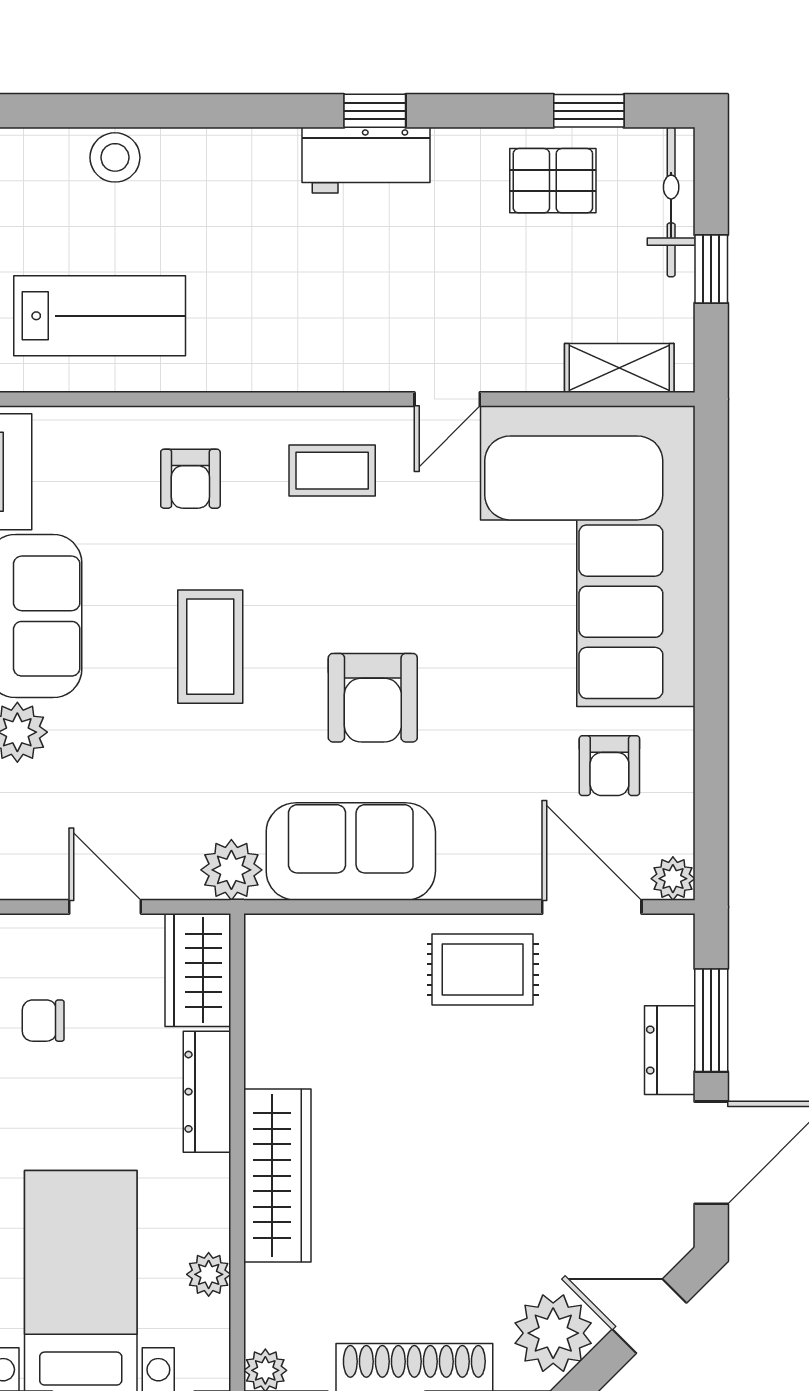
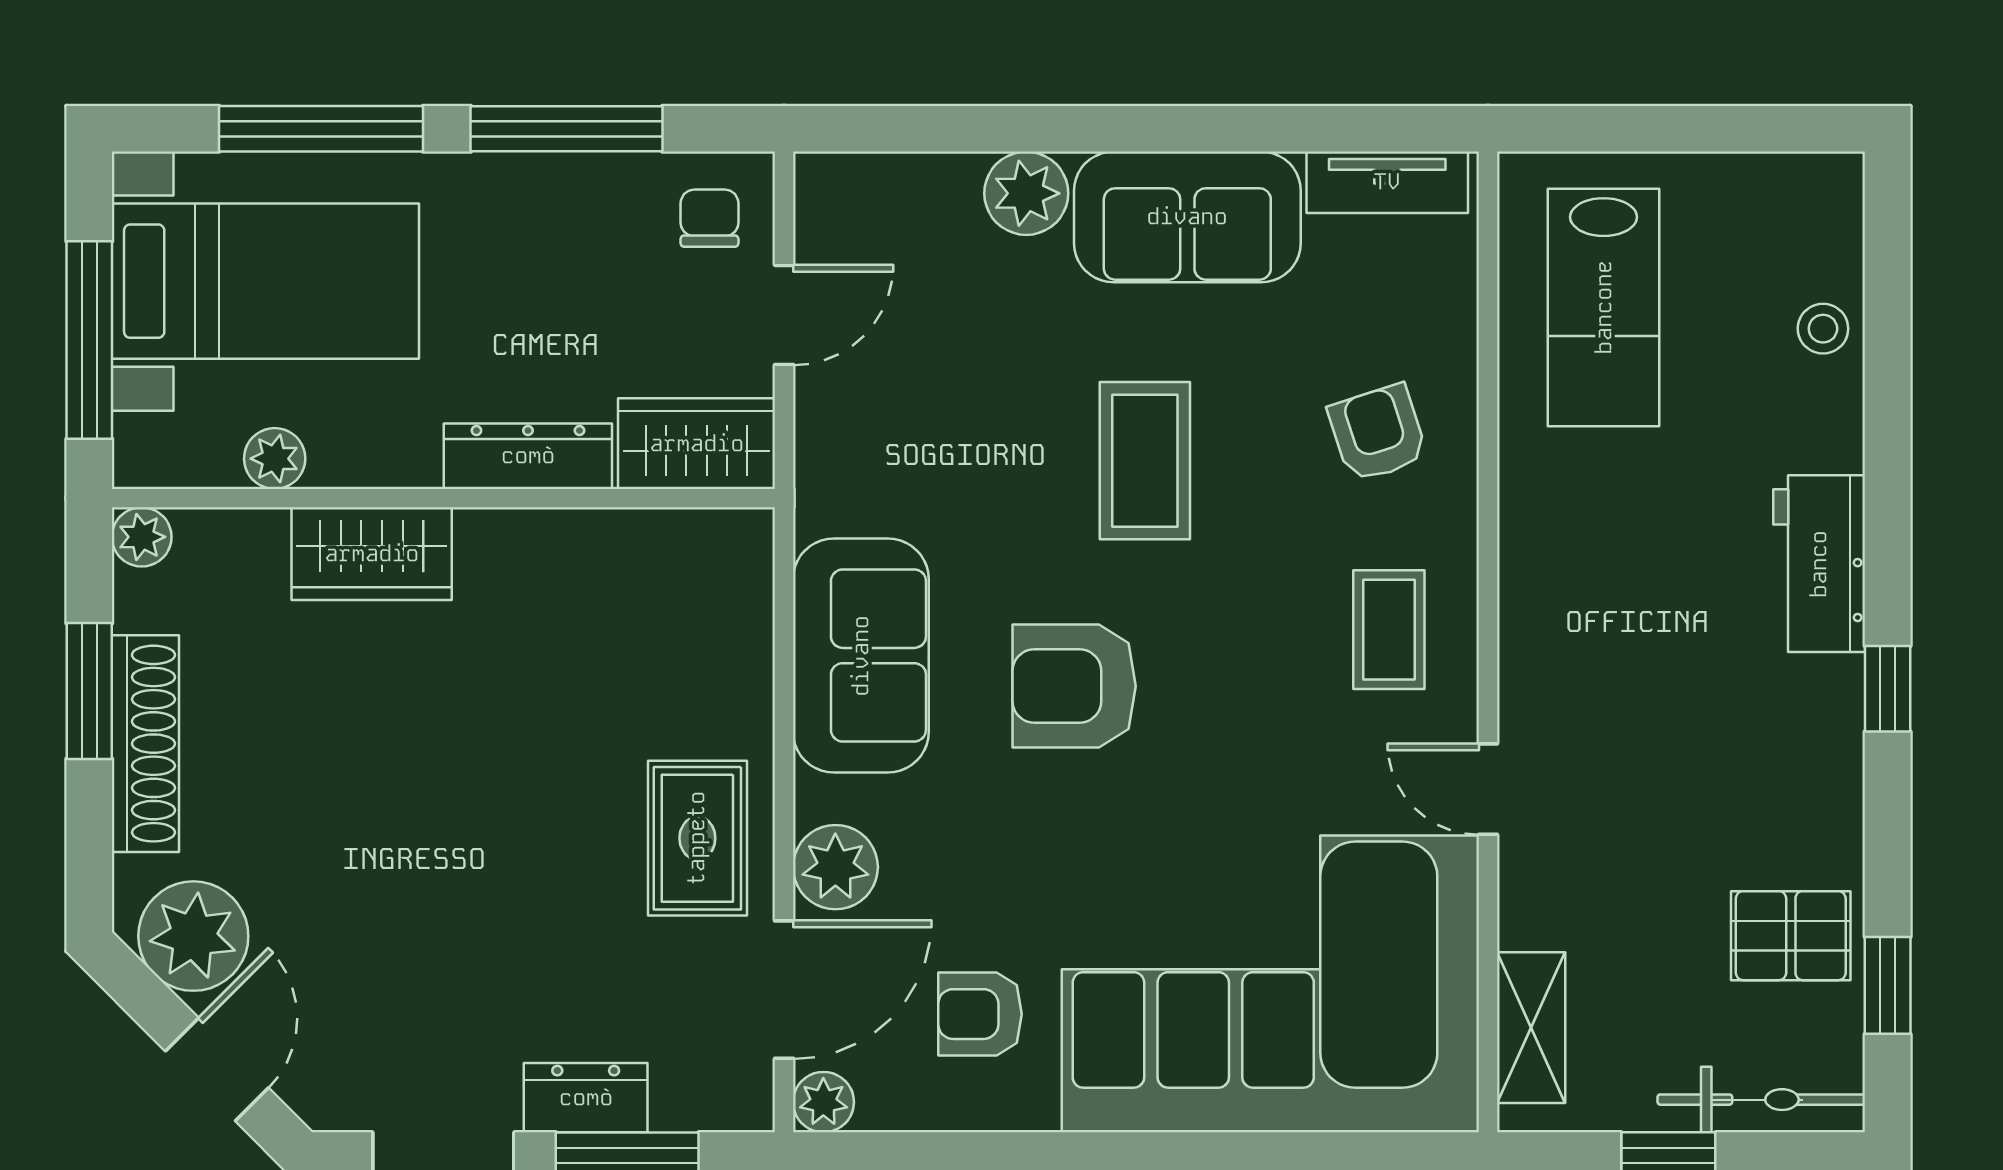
stool: (115, 157) -> (1823, 329), width x0.73, depth x0.73
workbench: (366, 160) -> (1819, 564), moved
pallet: (553, 181) -> (1791, 936), turned 90
armchair: (190, 479) -> (1378, 433), turned 72
coffee table: (210, 647) -> (1145, 461), turned 90
plant: (231, 870) -> (835, 867), moved
chair: (43, 1021) -> (710, 218), moved
wardrobe: (277, 1176) -> (372, 554), width x0.67

